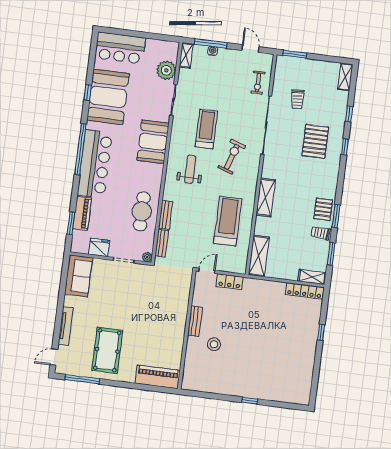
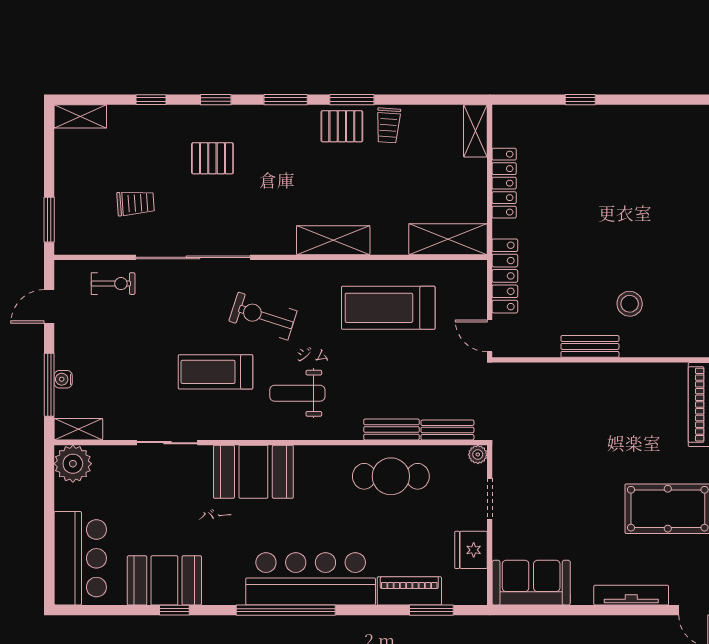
plant: (166, 70) -> (73, 464), moved
booth: (108, 97) -> (164, 580), width x0.73, depth x0.70
pallet: (315, 141) -> (212, 158), width x0.67, depth x0.71
window: (331, 254) -> (286, 100), moved
locker: (230, 282) -> (505, 276), width x1.53
locker: (304, 291) -> (504, 183), moved

